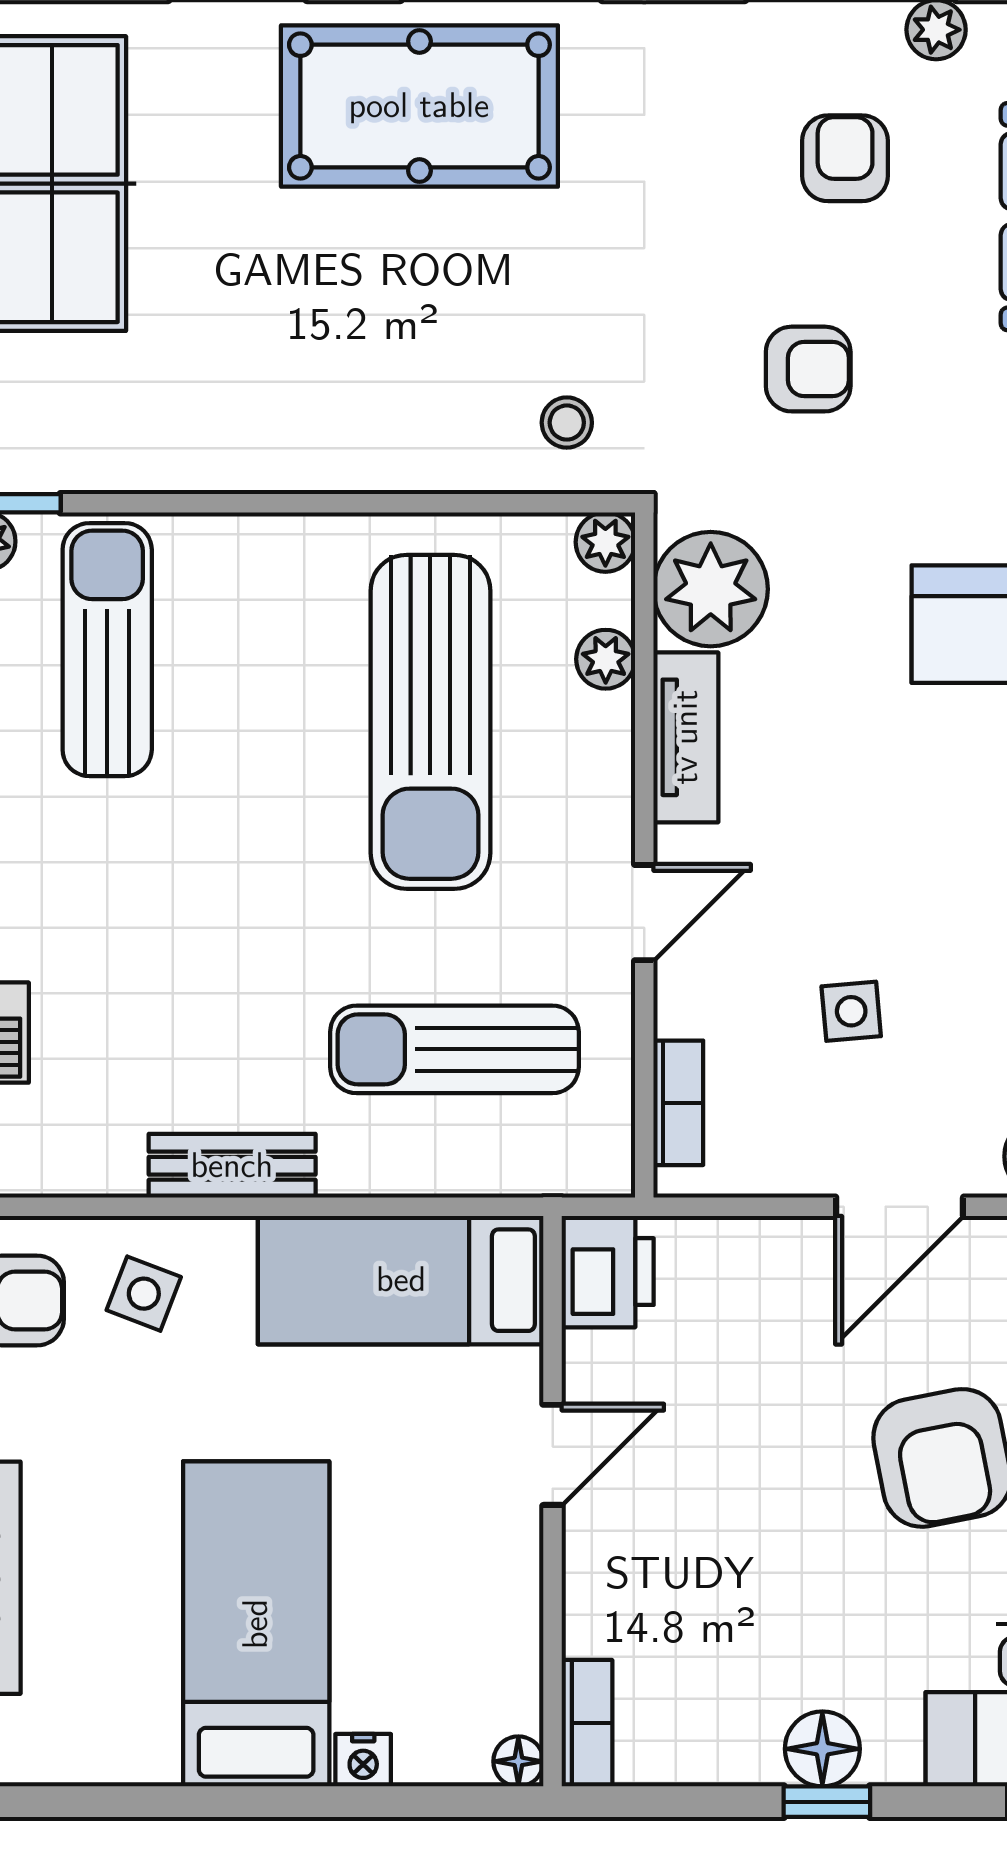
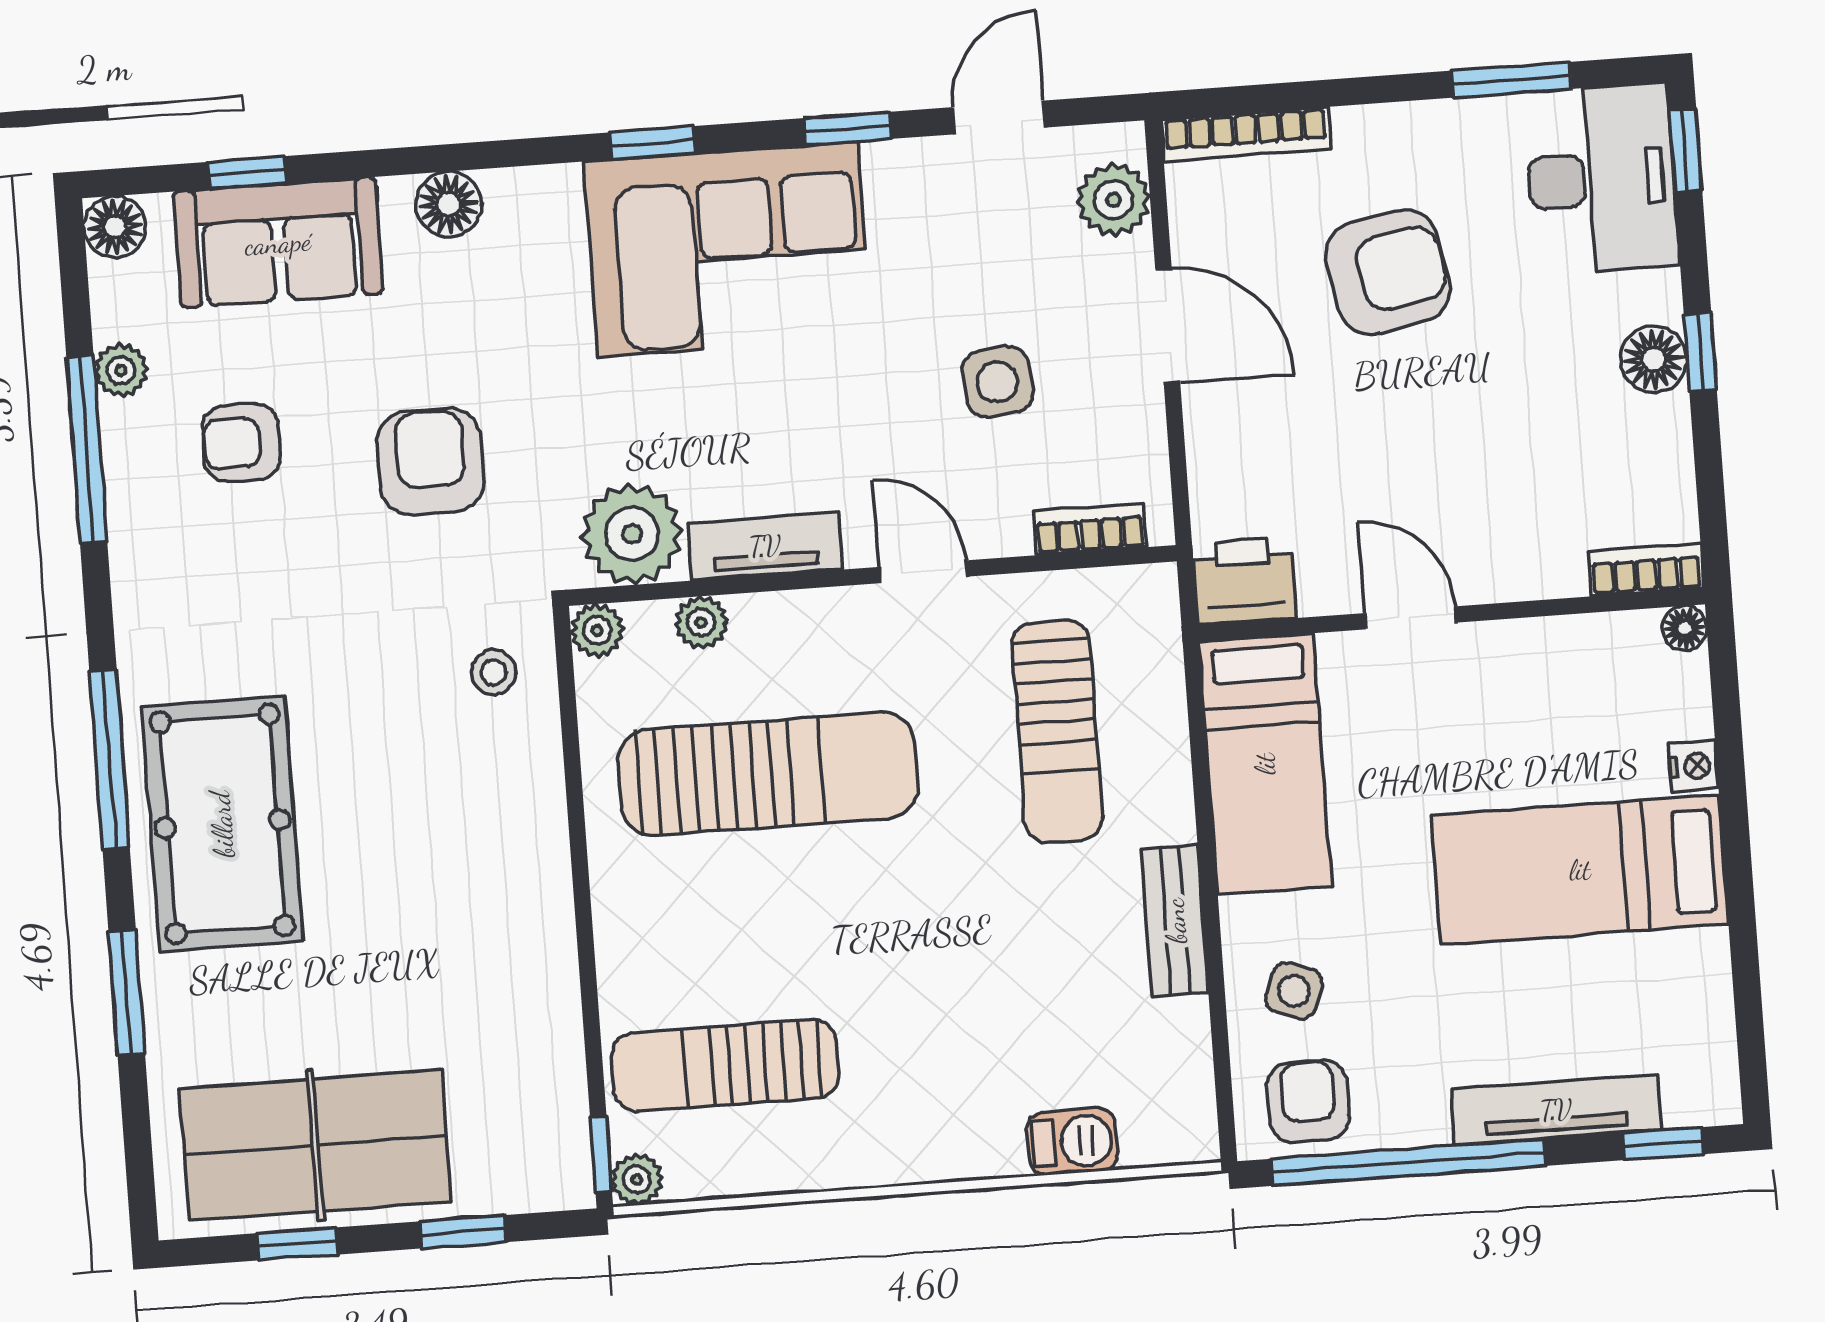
armchair: (808, 369) -> (430, 462), width x1.38, depth x1.38
side table: (851, 1011) -> (997, 382), width x1.37, depth x1.37

